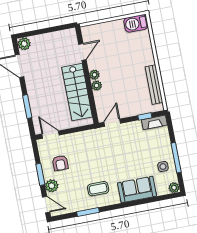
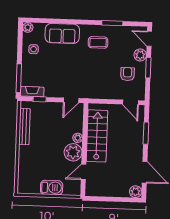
barbecue: (136, 23) -> (52, 188), moved
plant: (94, 75) -> (73, 152), width x1.88, depth x1.88
window: (176, 158) -> (19, 78), moved

